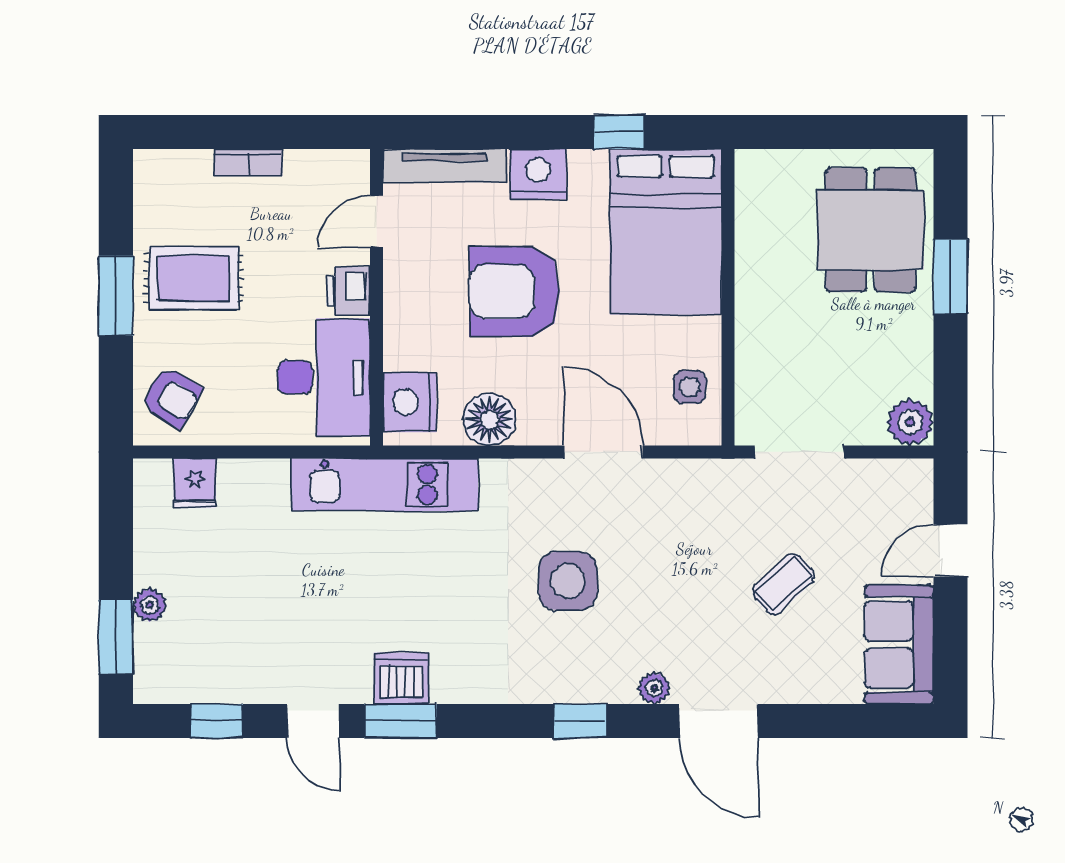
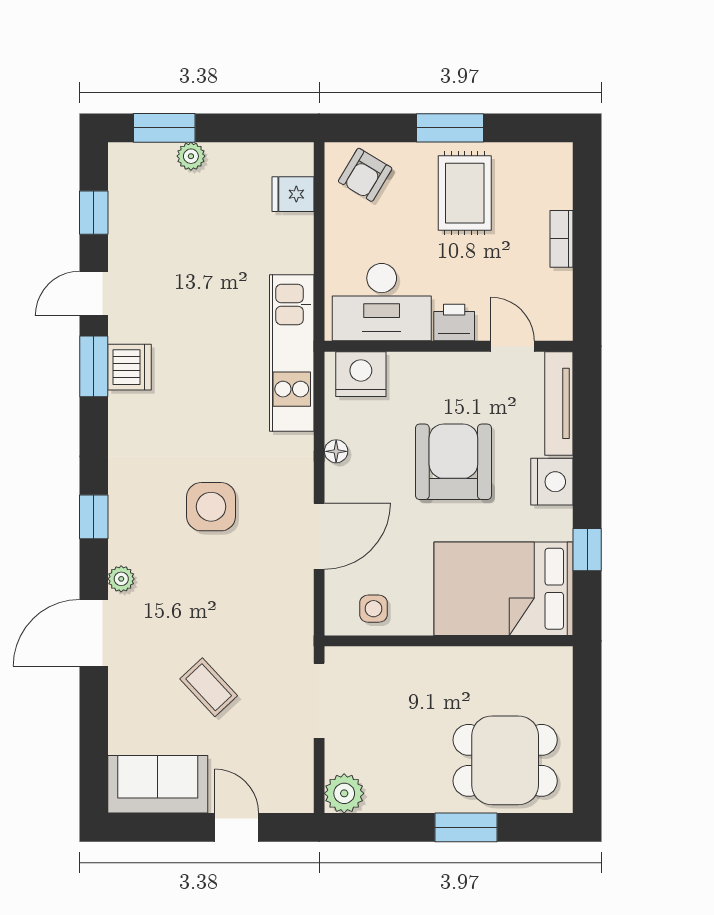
floor lamp: (489, 419) -> (336, 451), width x0.53, depth x0.53

